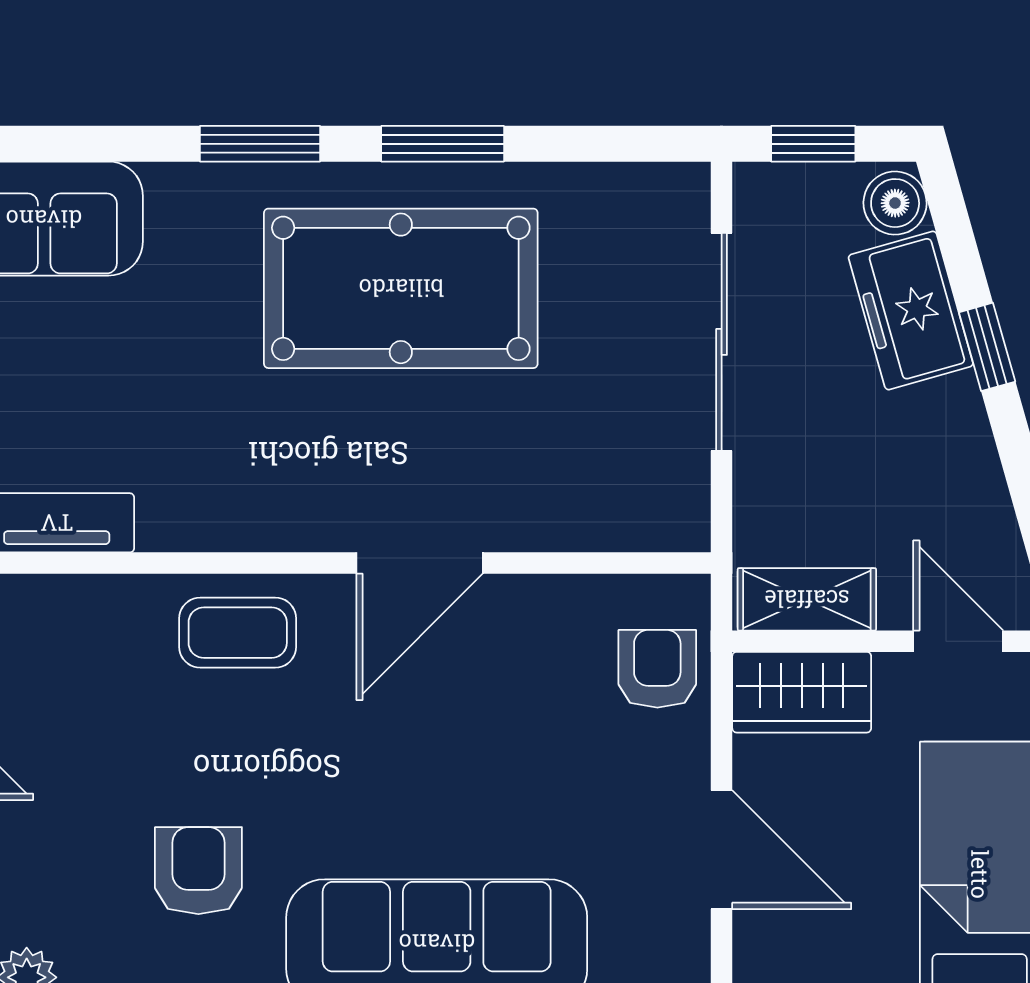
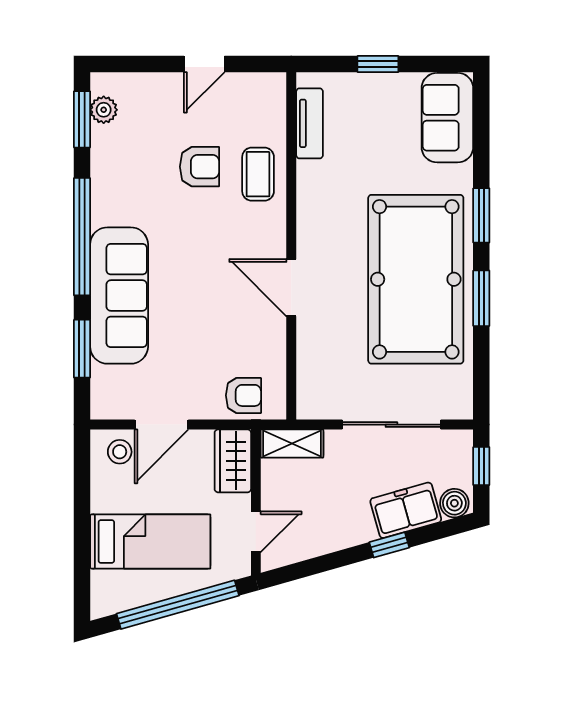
pool table: (401, 288) -> (416, 279), width x1.36, depth x1.32
shelving: (807, 599) -> (292, 444), moved, turned 90
coffee table: (238, 633) -> (258, 174), moved
armchair: (198, 871) -> (199, 167), moved
stool: (782, 942) -> (120, 452), added

